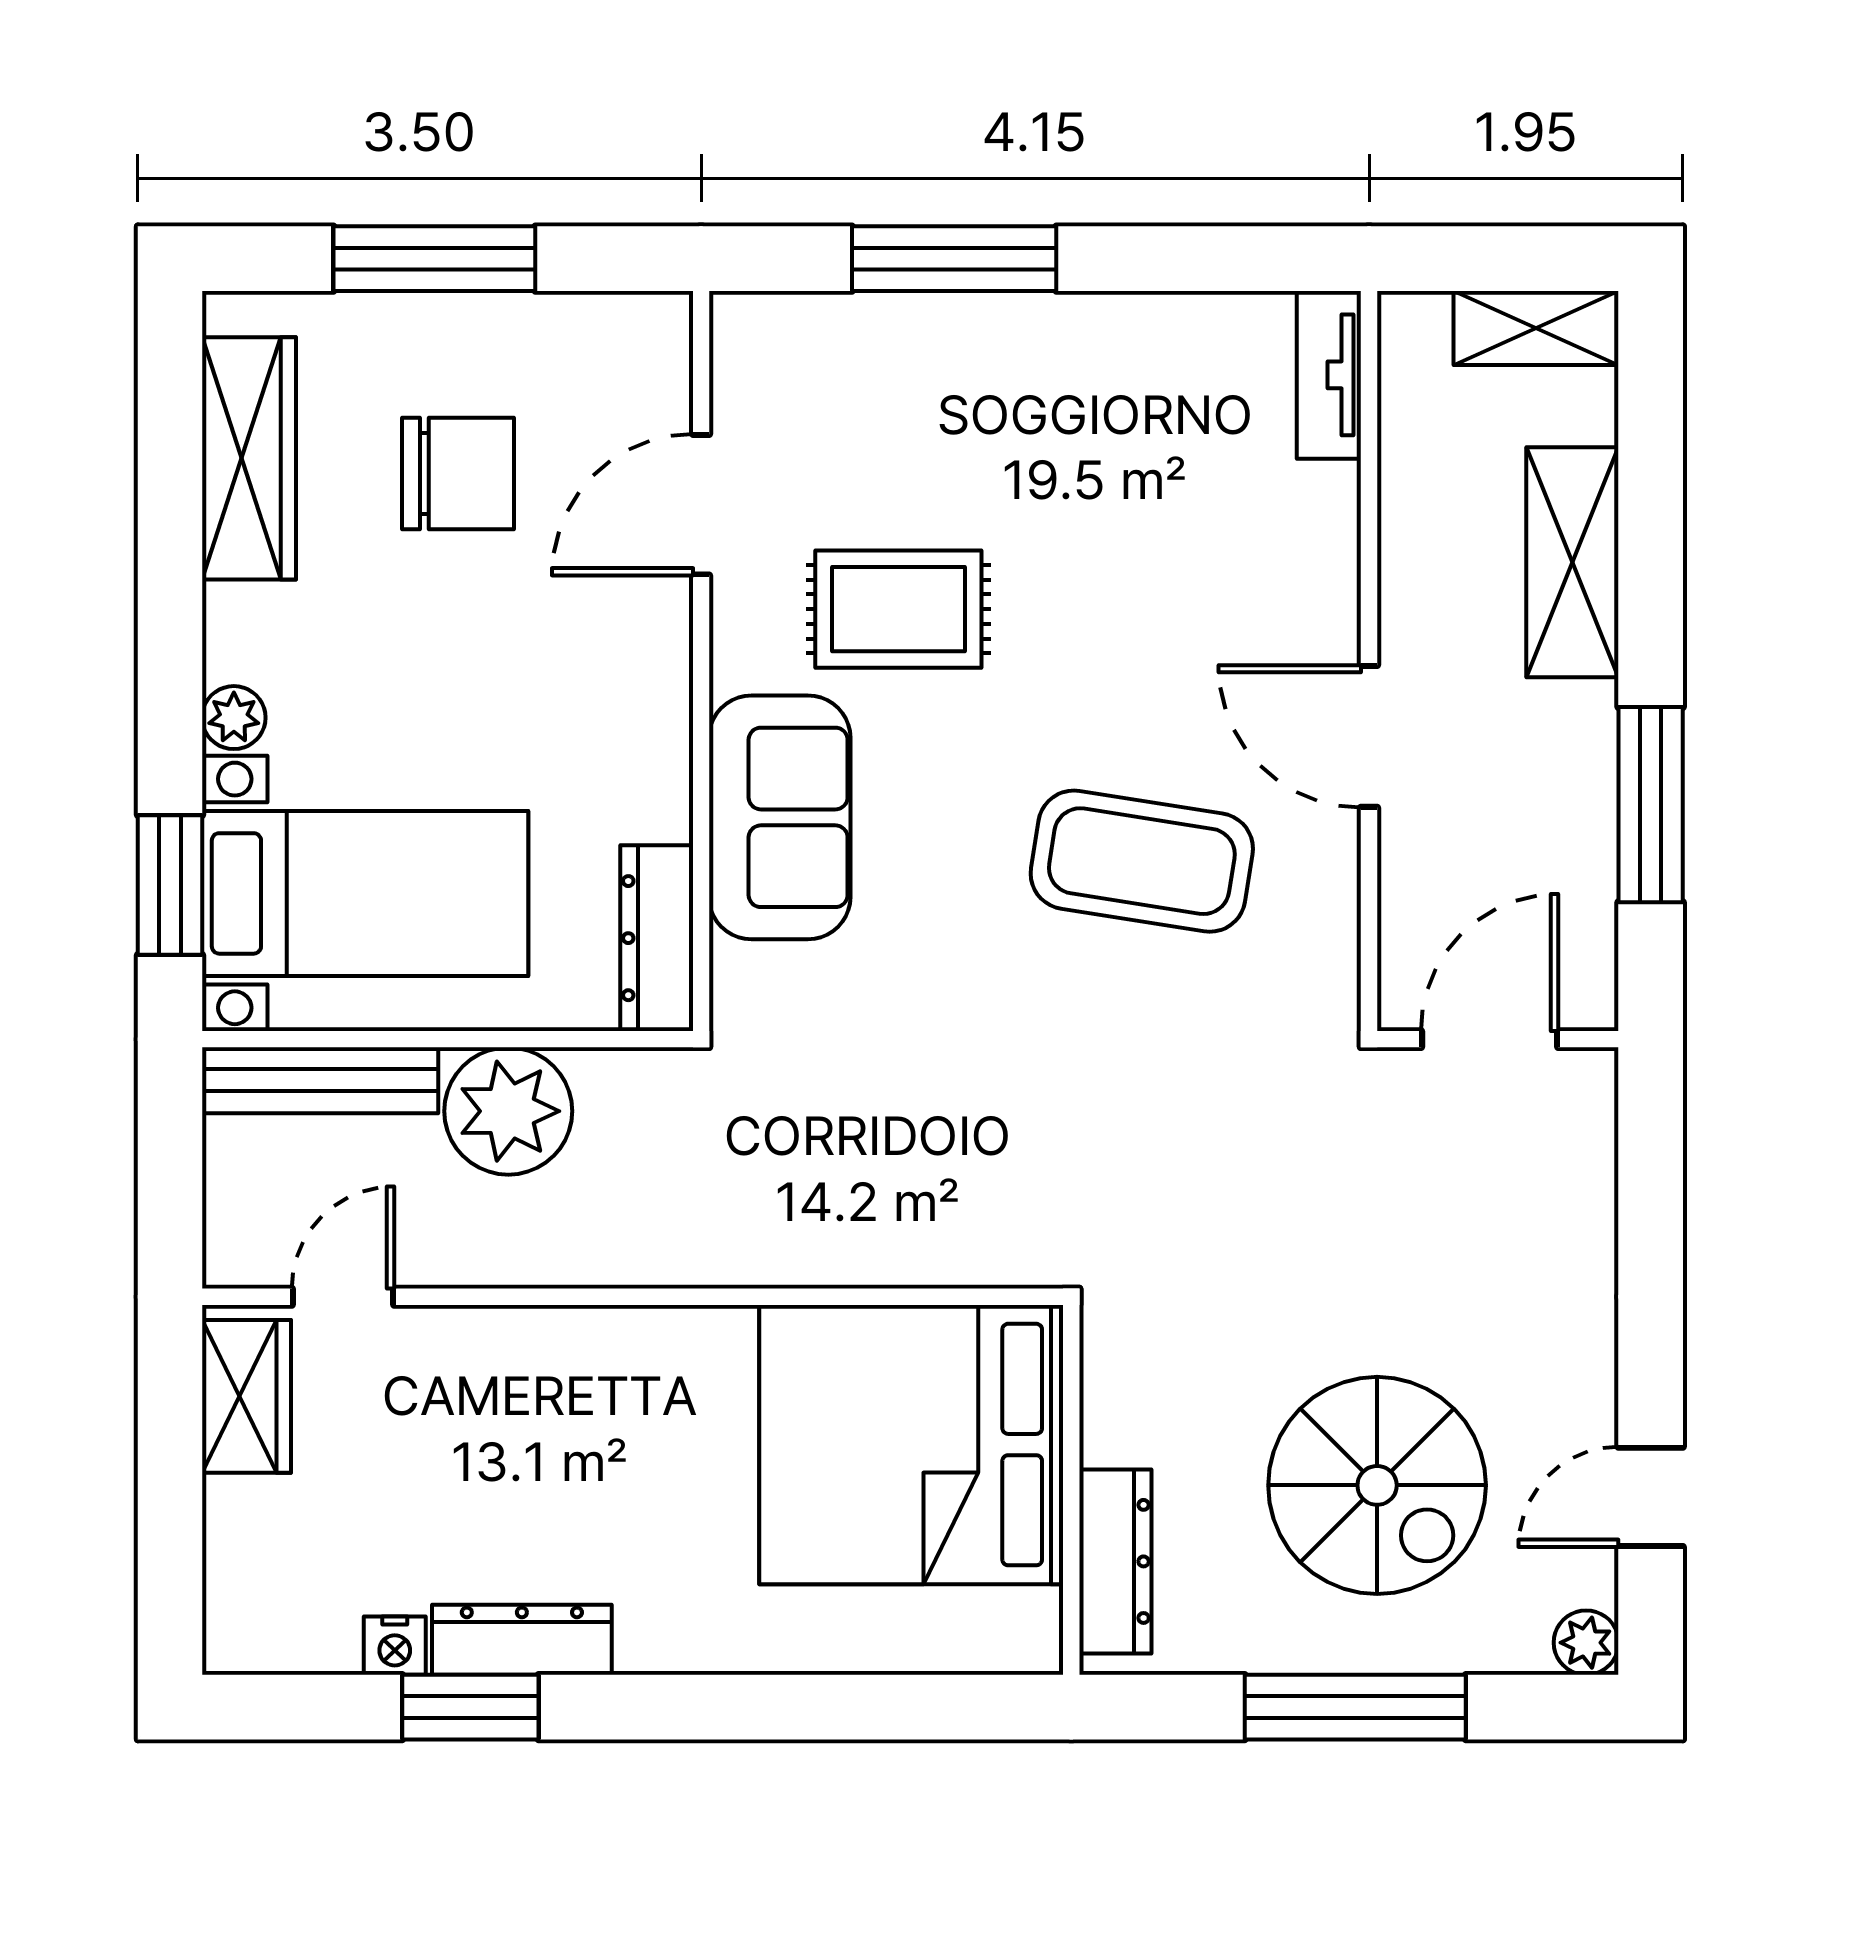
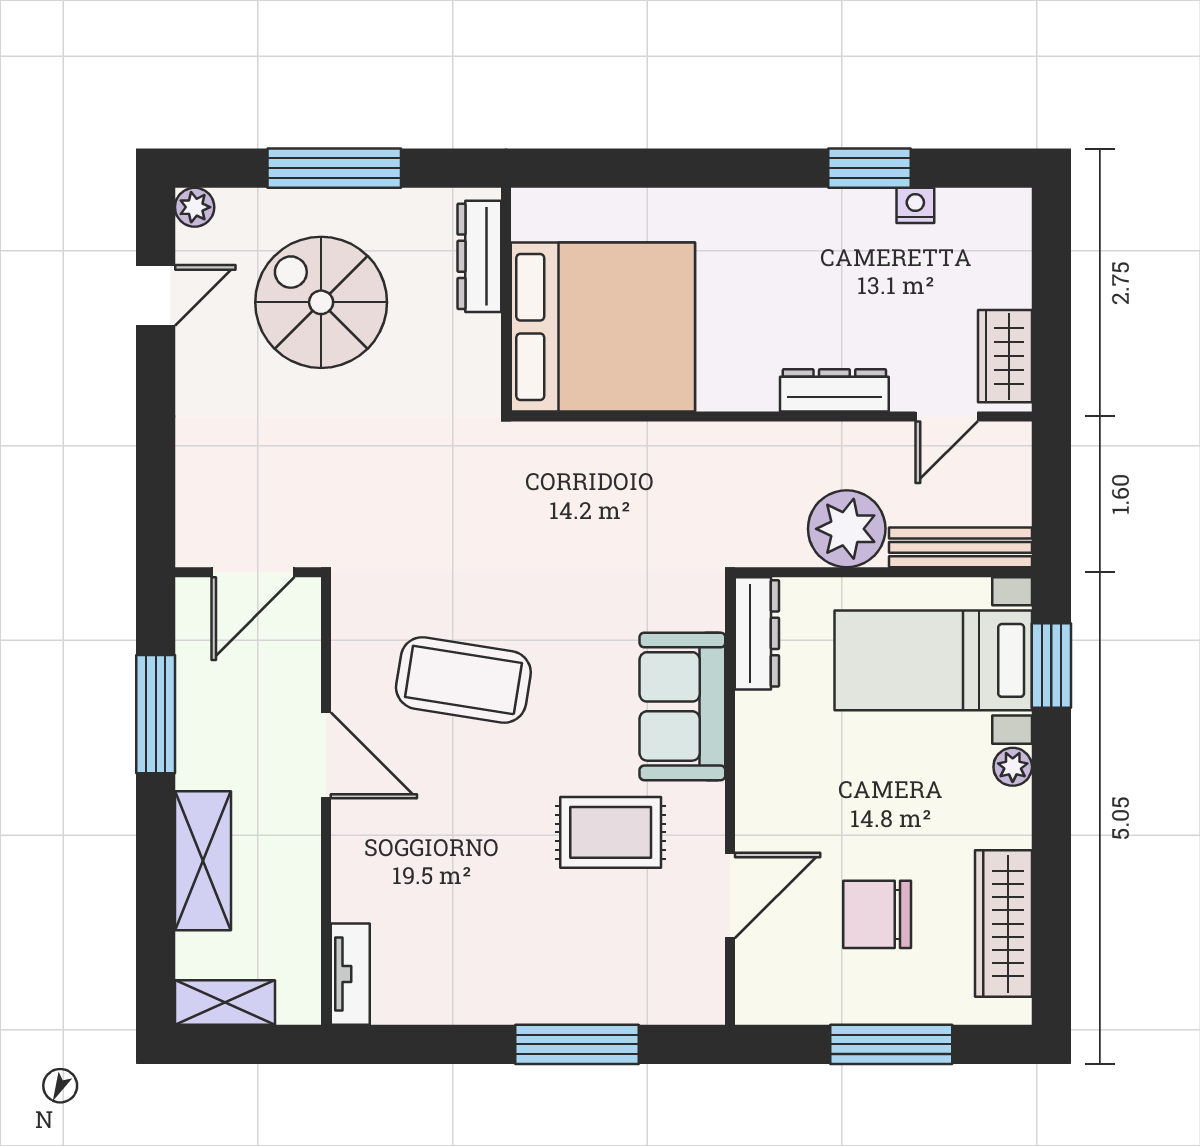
dresser: (522, 1640) -> (834, 390), moved, turned 180

